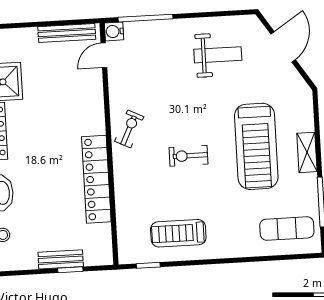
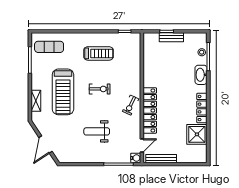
weight bench: (218, 55) -> (97, 131), moved
treadmill: (256, 146) -> (63, 92), turned 180
shelving: (307, 152) -> (36, 101), moved
locker: (96, 179) -> (150, 111), moved
treadmill: (178, 233) -> (98, 53), moved

